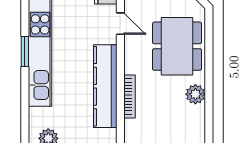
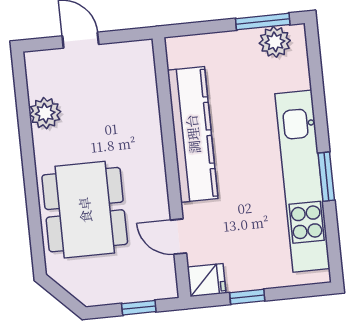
plant: (195, 94) -> (45, 113), moved
bookcase: (130, 96) -> (152, 122), removed

